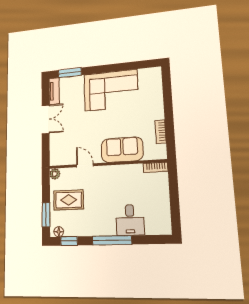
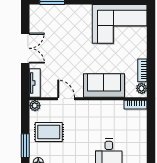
corner sofa: (111, 90) -> (120, 24), moved
tv unit: (54, 91) -> (35, 83), moved
plant: (161, 150) -> (142, 88), added

